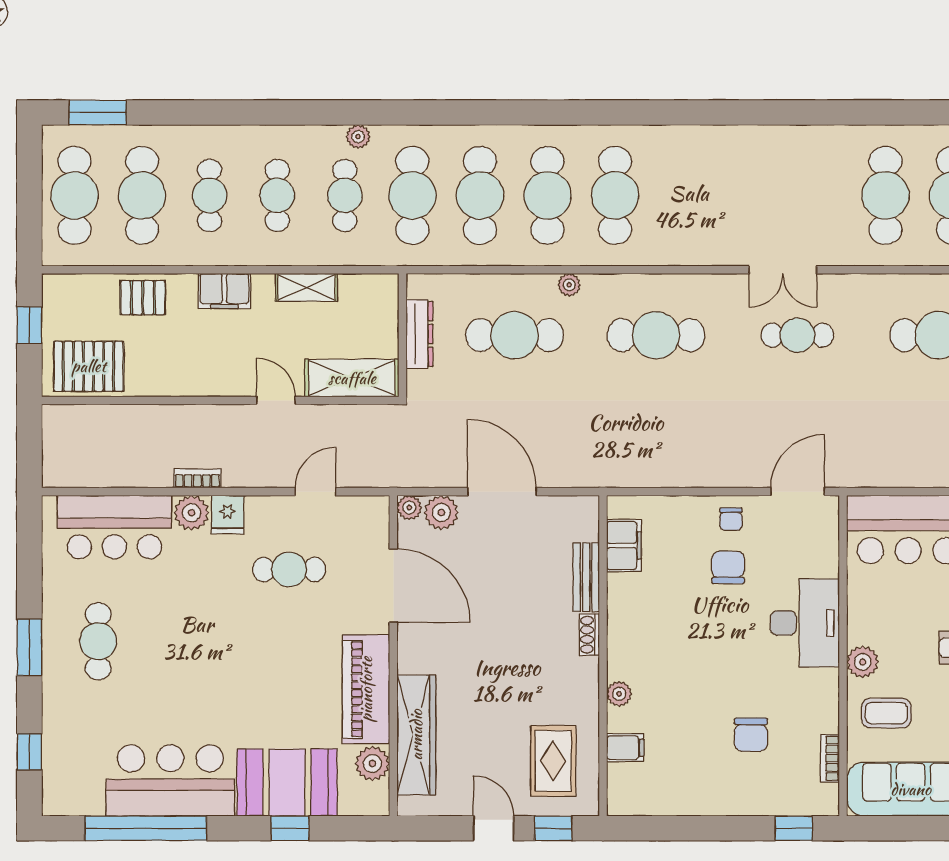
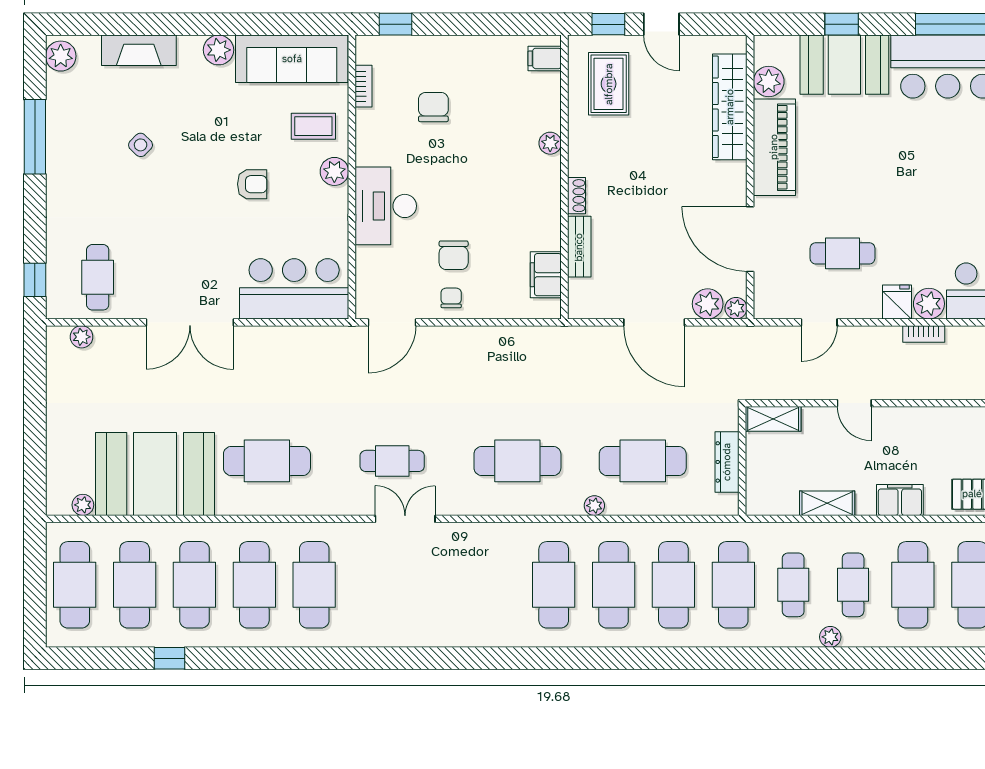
plant: (358, 137) -> (830, 637), moved
cafe table: (210, 195) -> (913, 585), width x1.37, depth x1.35
shelving: (352, 378) -> (773, 419), width x0.67, depth x0.75
filing cabinet: (625, 748) -> (545, 58), moved

